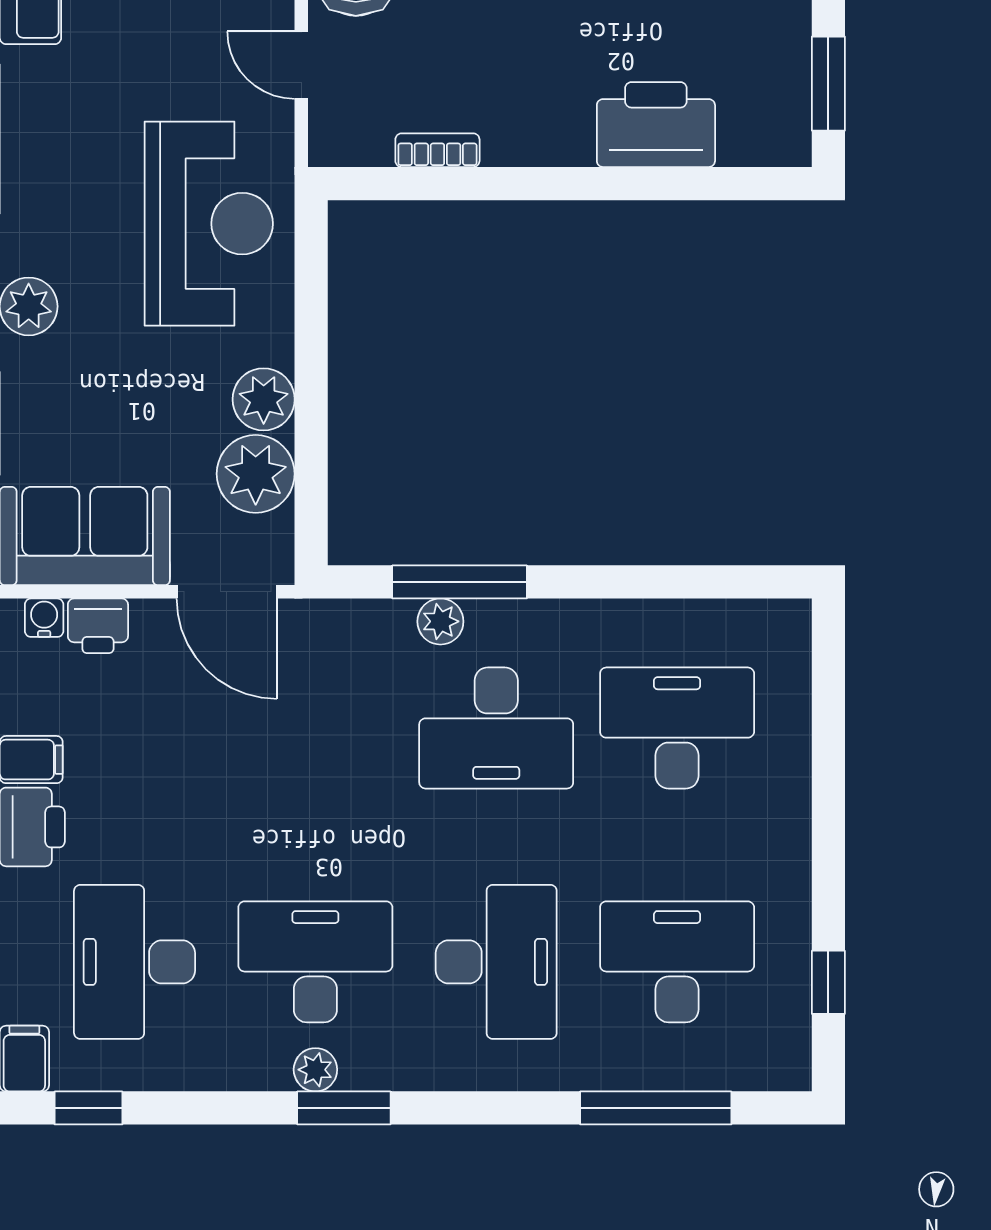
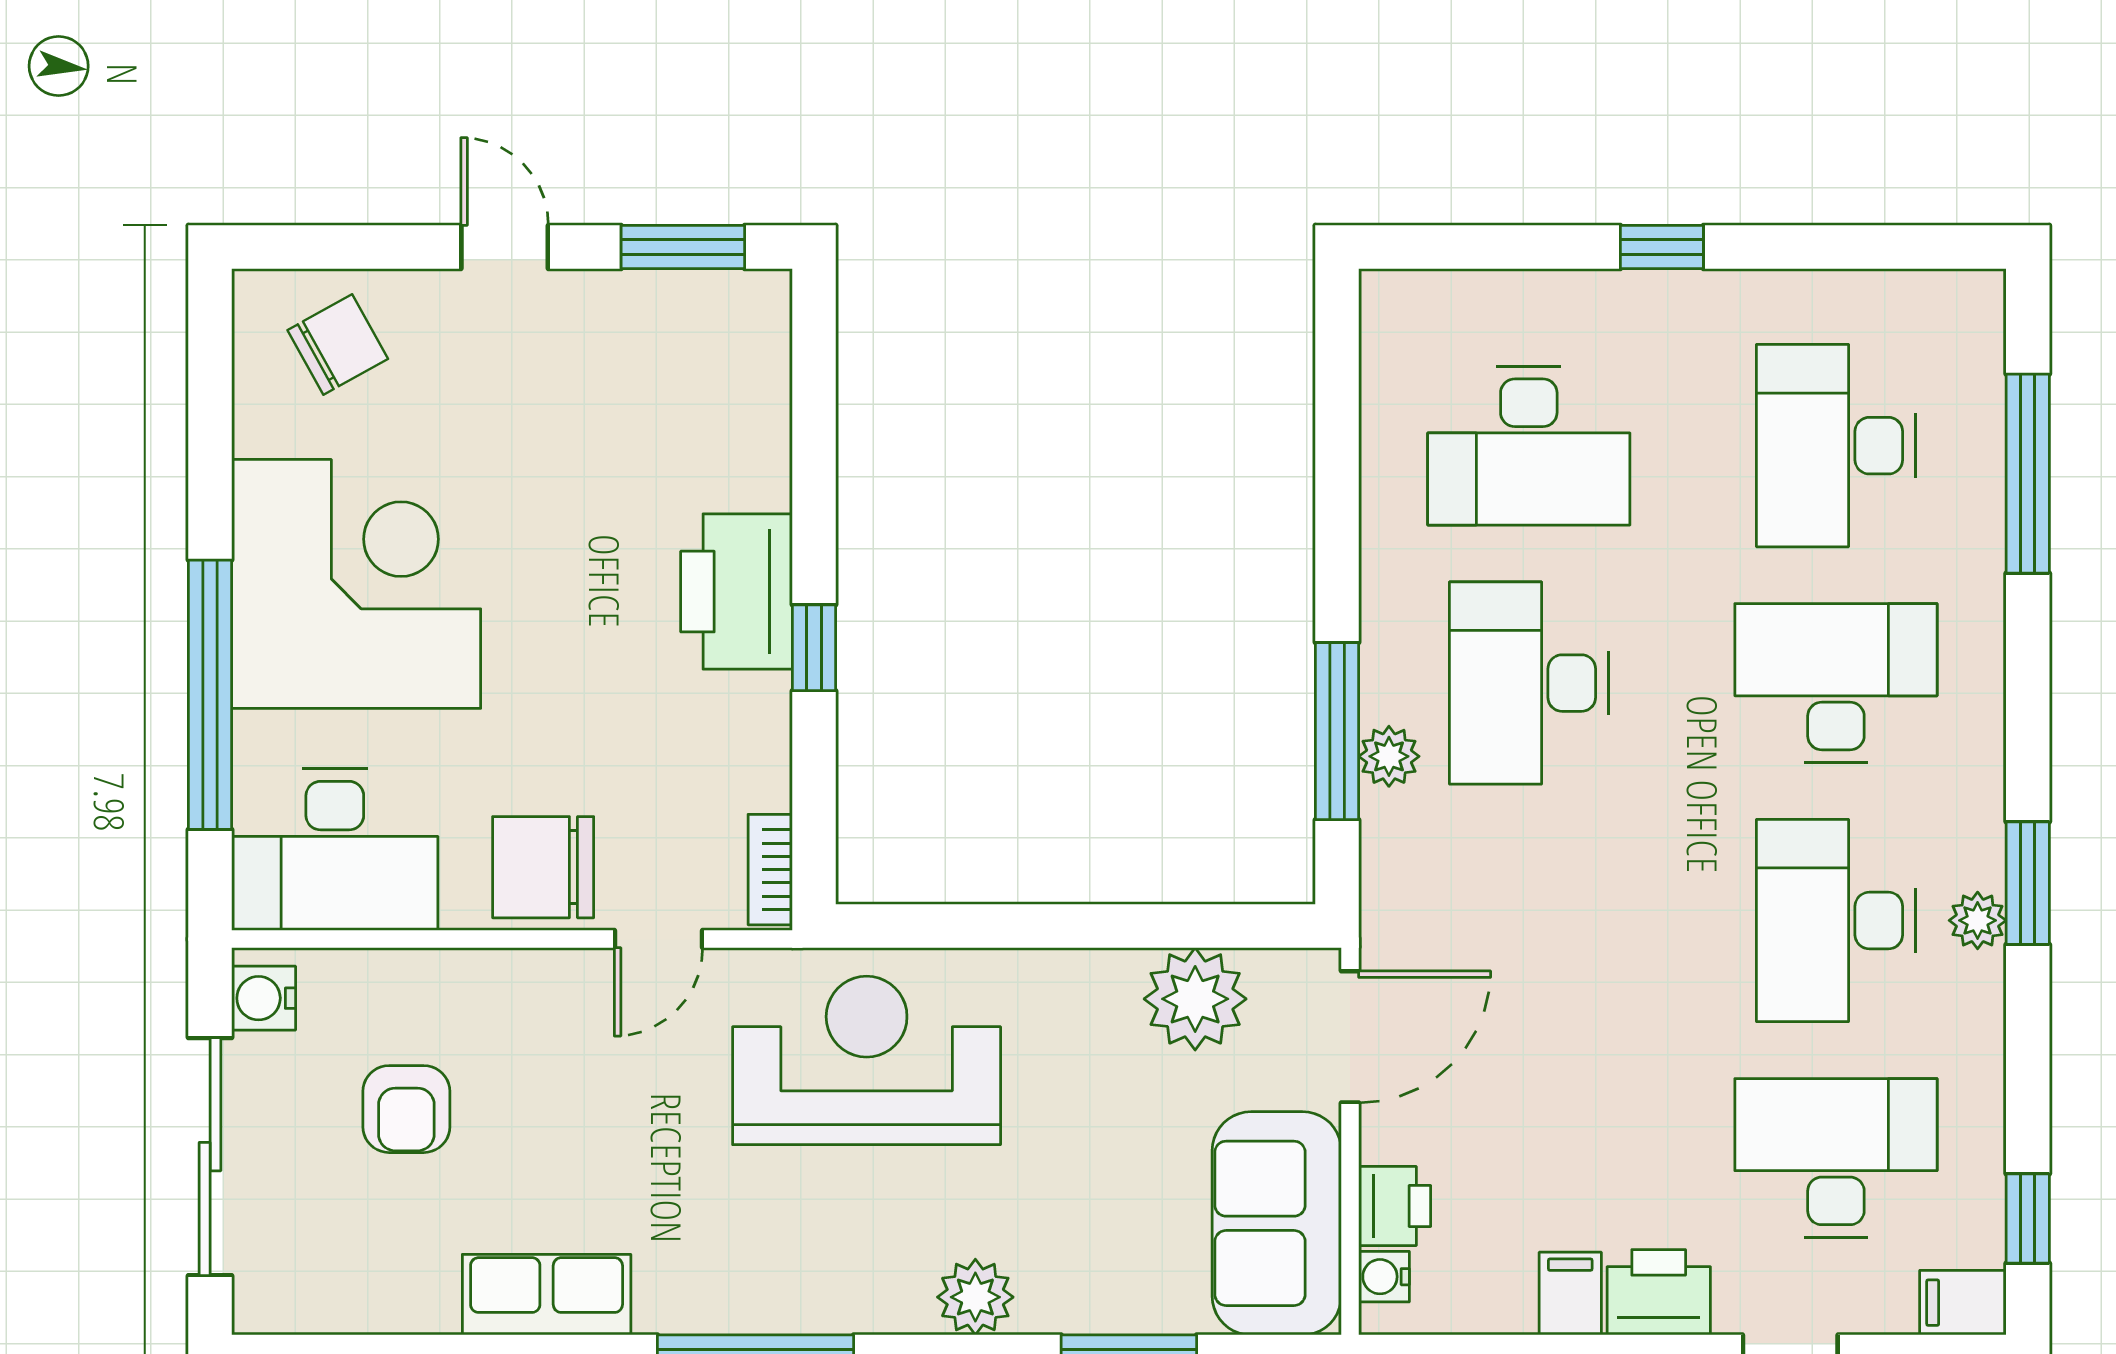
printer: (656, 125) -> (737, 592), moved
bookcase: (437, 150) -> (770, 870), moved
window: (523, 184) -> (814, 648), added
plant: (264, 399) -> (1097, 989), removed
desk: (496, 728) -> (1529, 683), turned 180
desk: (677, 728) -> (1529, 446), turned -90
desk: (135, 962) -> (1836, 1158), turned 180
window: (828, 982) -> (1662, 247), moved

